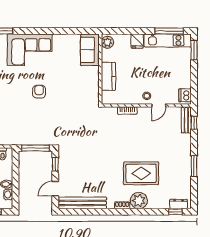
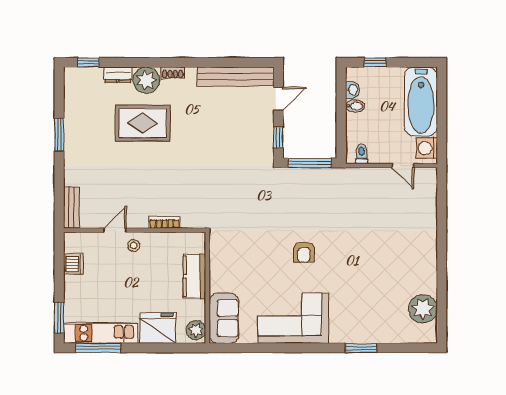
fridge: (137, 41) -> (158, 328), width x1.88, depth x1.34
corner sofa: (30, 50) -> (293, 318), moved
dishwasher: (185, 95) -> (73, 264), moved
window: (194, 123) -> (59, 203), removed
dresser: (179, 204) -> (118, 75), moved

